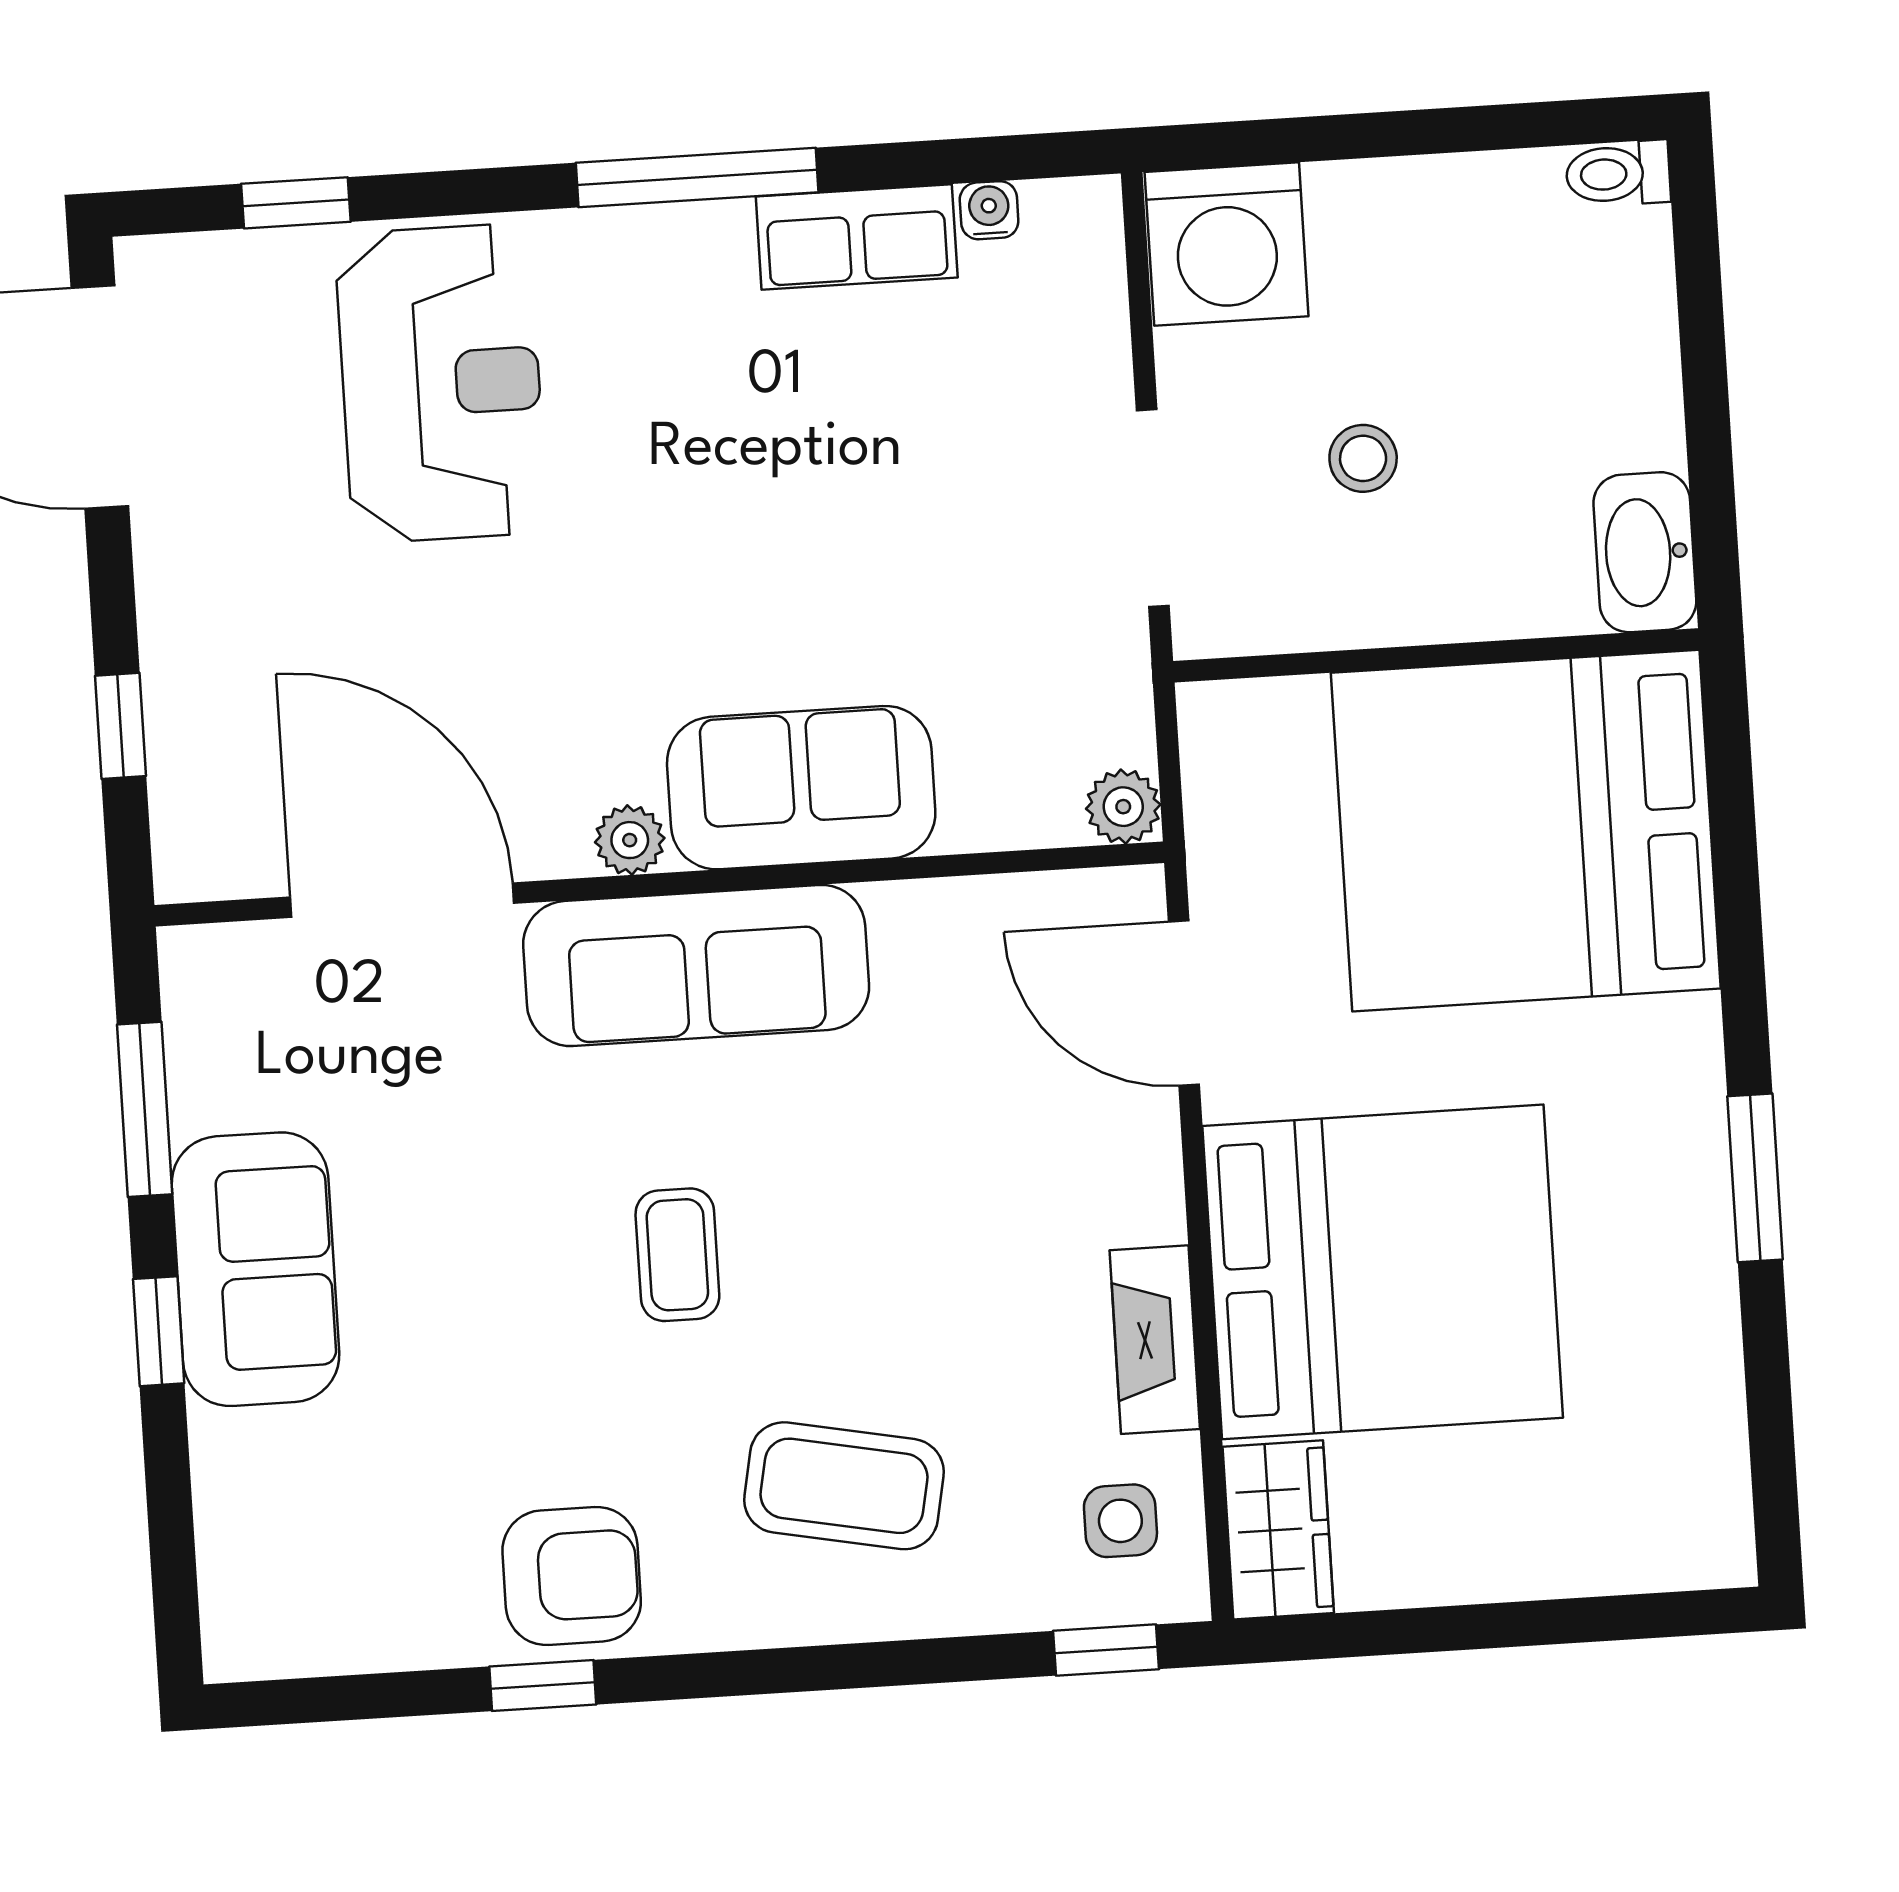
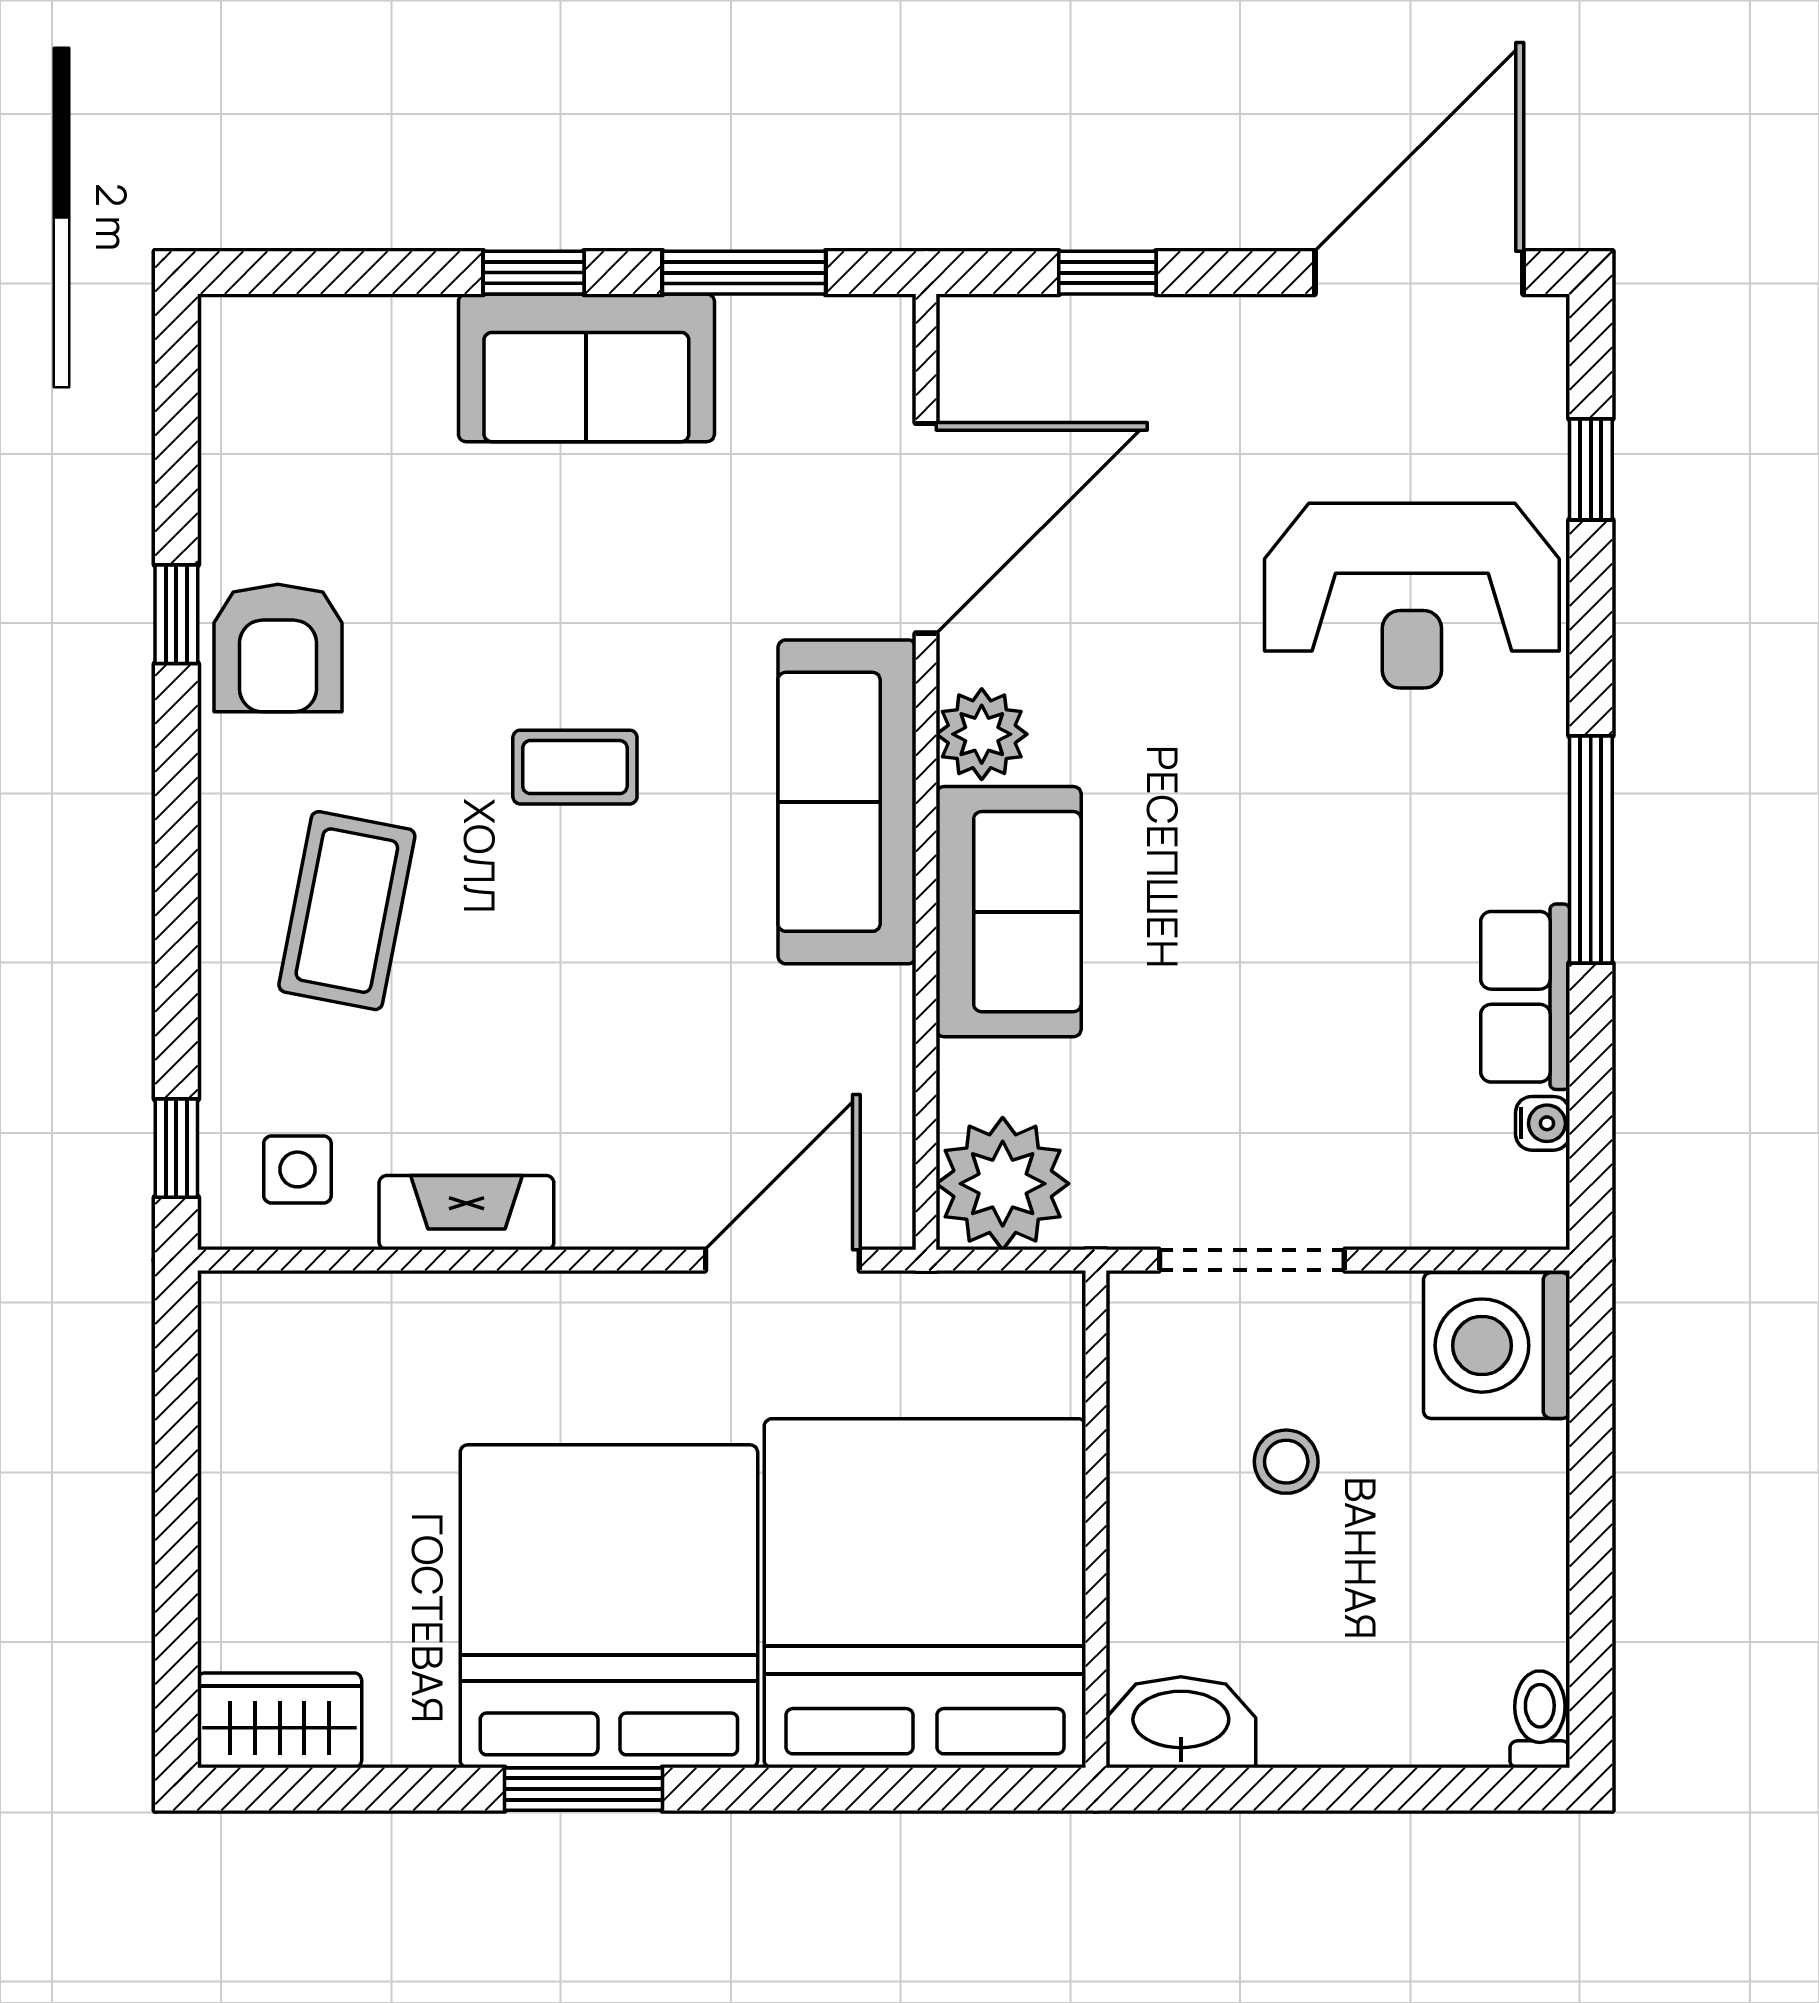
plant: (1123, 807) -> (1003, 1184), width x1.88, depth x1.88
plant: (630, 840) -> (982, 734), width x1.38, depth x1.38
bed: (1383, 1272) -> (609, 1606), moved, turned 180
wardrobe: (1278, 1530) -> (280, 1720), moved, turned 180

